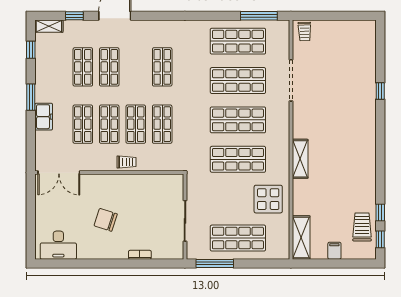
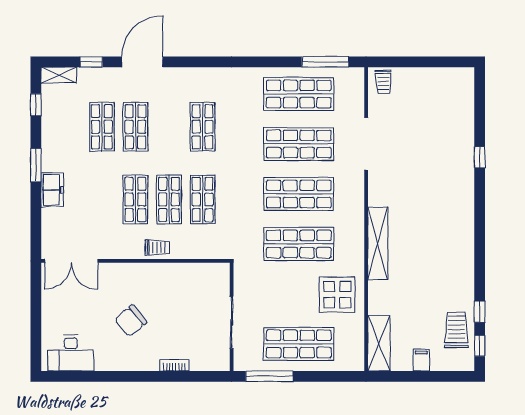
shop shelf: (83, 124) -> (102, 199), removed
shelving: (300, 159) -> (378, 243), width x1.47
chair: (106, 220) -> (131, 321), turned -58

